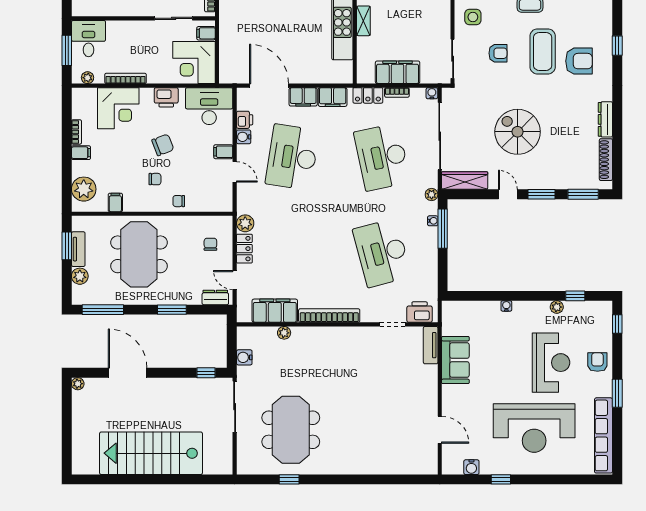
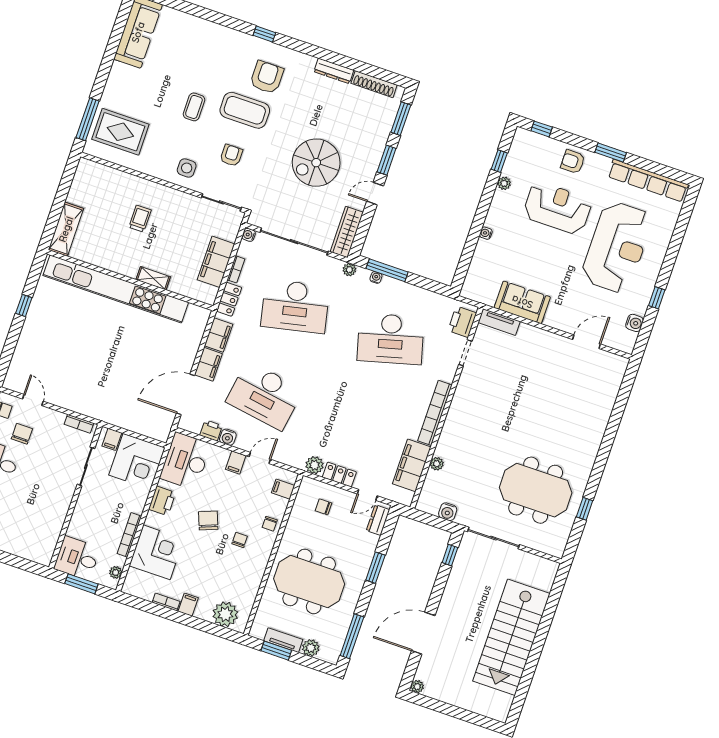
filing cabinet: (115, 202) -> (283, 489), moved

